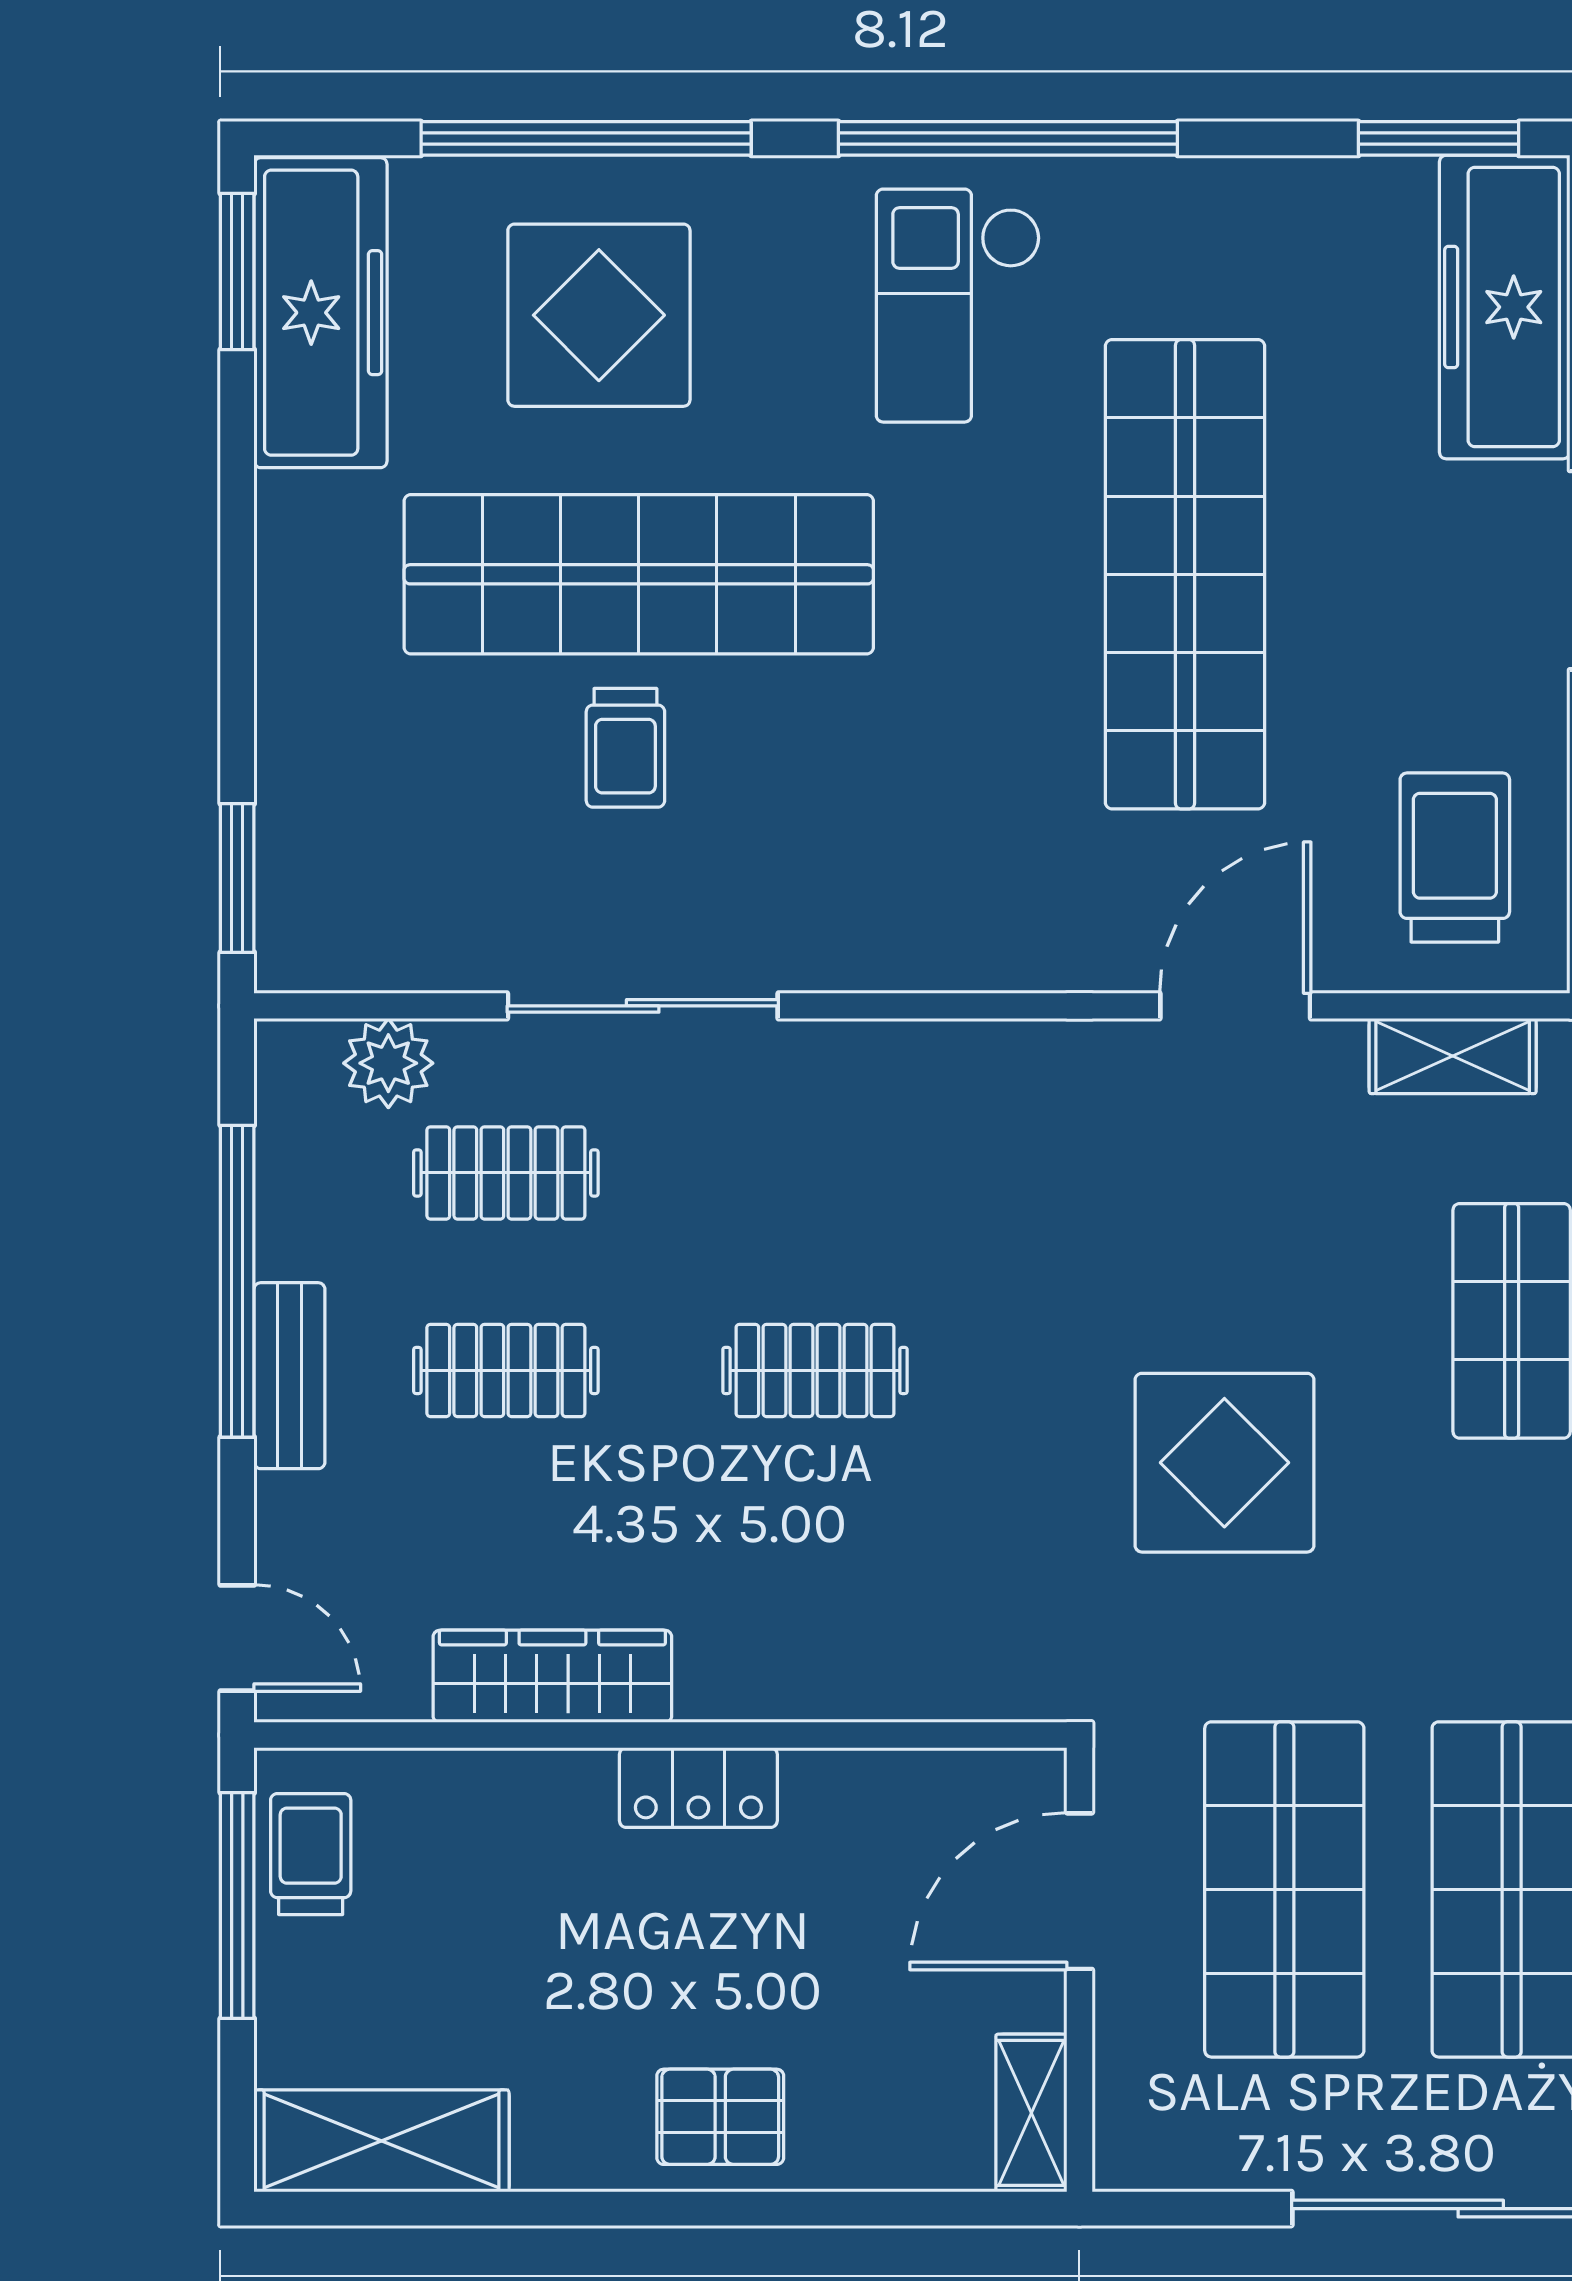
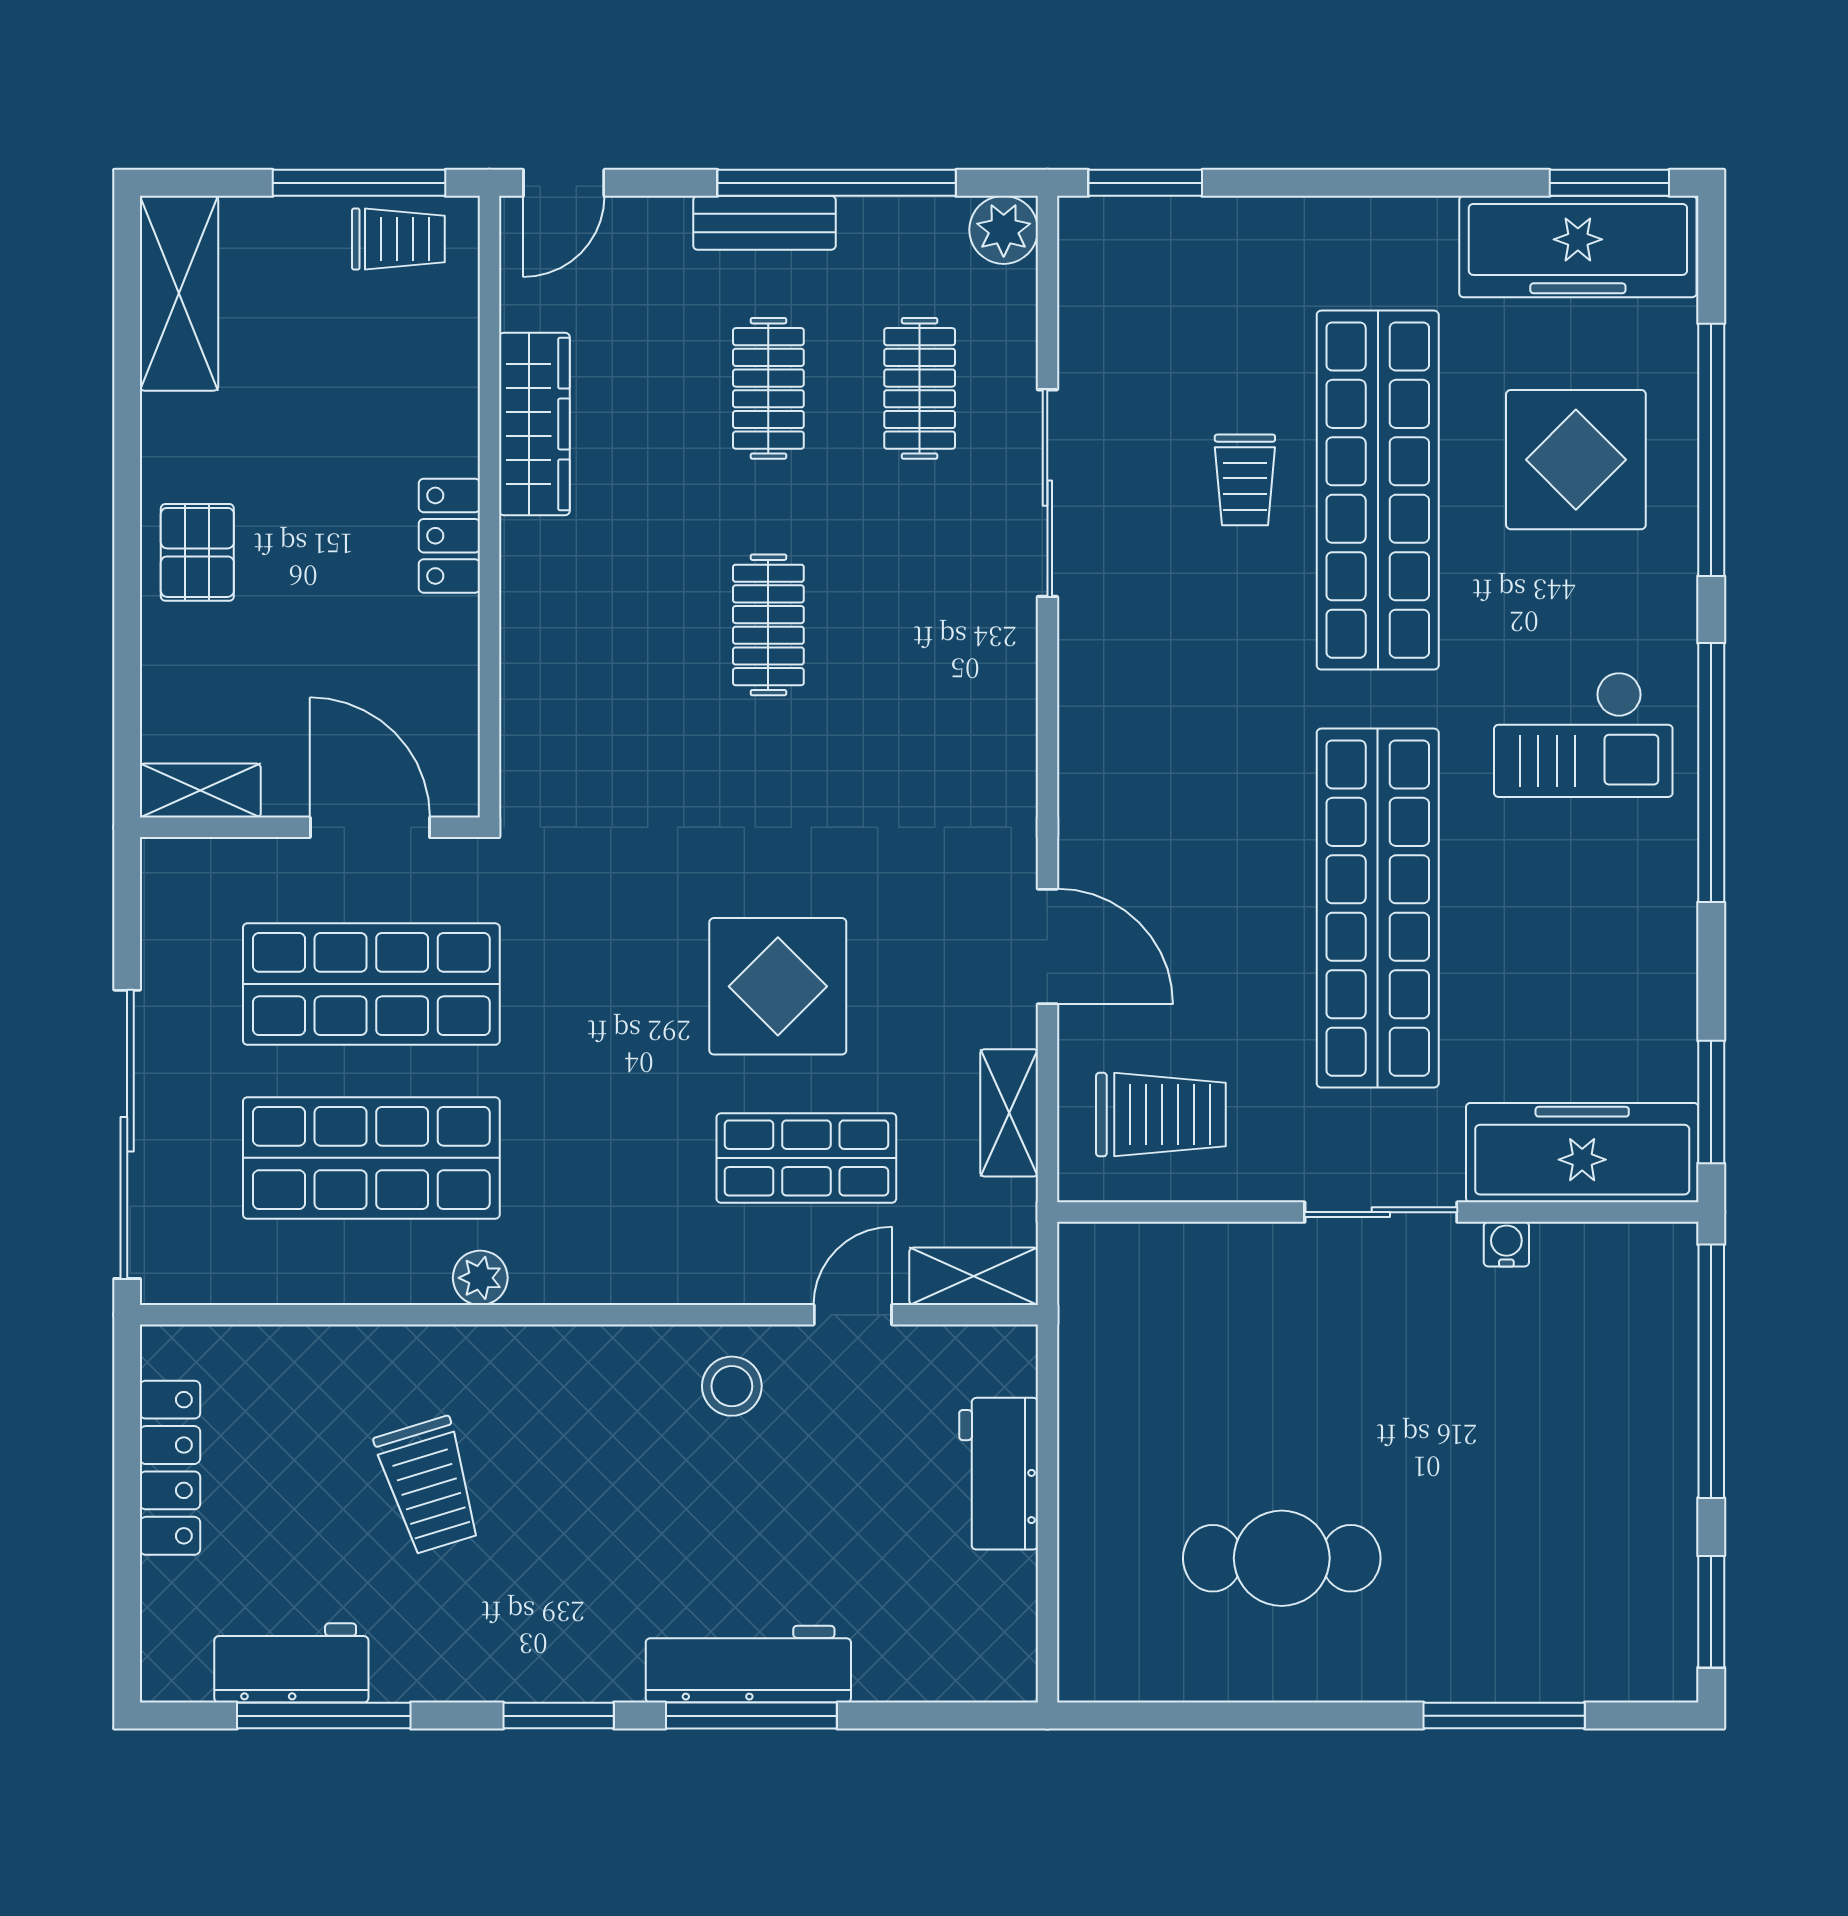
checkout: (958, 306) -> (1583, 735), turned 180
shop shelf: (1185, 574) -> (1378, 908), turned 90
trolley: (625, 748) -> (1245, 480), turned -90
plant: (388, 1063) -> (1004, 230), moved
display table: (1224, 1463) -> (778, 986), moved

